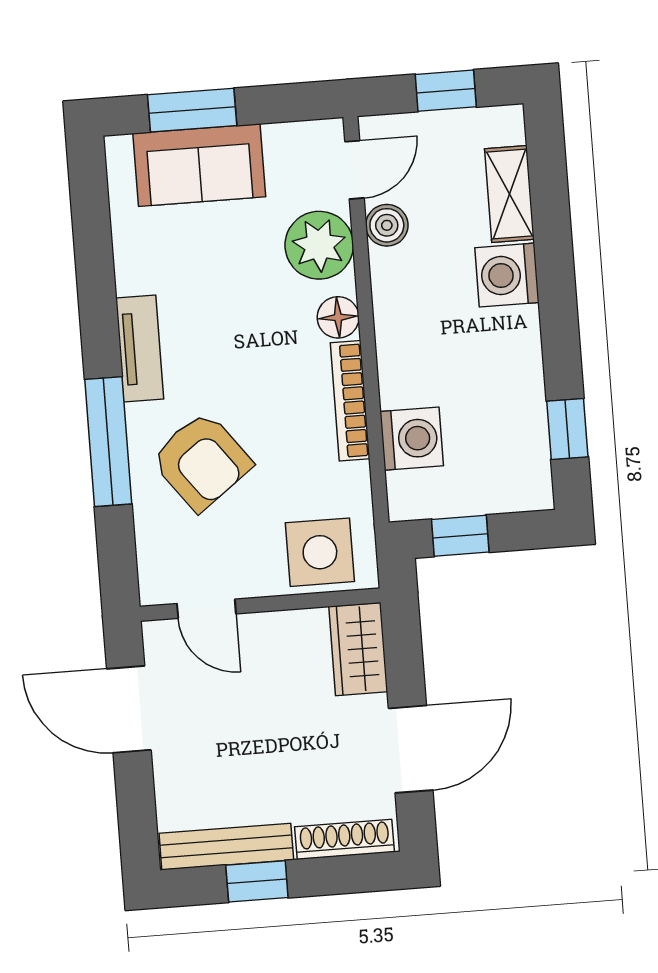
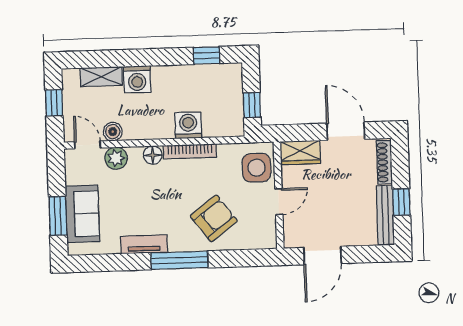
plant: (319, 245) -> (116, 158), width x0.73, depth x0.73
tv unit: (140, 349) -> (144, 244), moved
washing machine: (412, 439) -> (188, 125), moved
window: (108, 442) -> (180, 260), moved
door: (206, 609) -> (279, 202), moved

